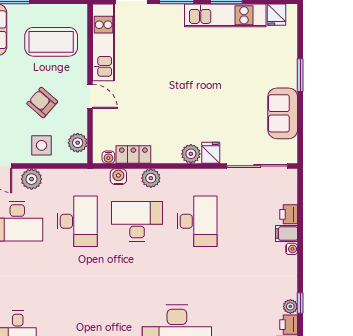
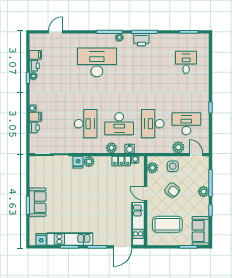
sofa: (283, 113) -> (38, 202), moved
desk: (197, 221) -> (86, 124), turned 180

